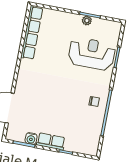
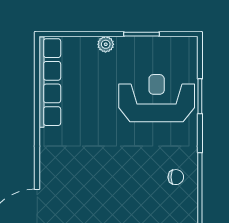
plant: (87, 21) -> (106, 44), moved

